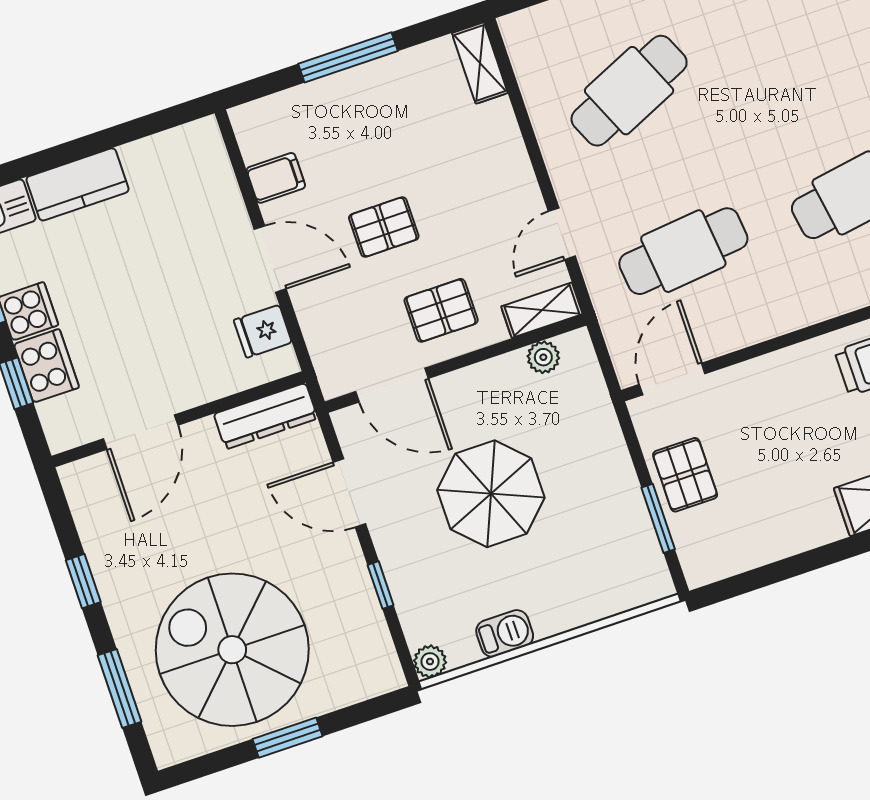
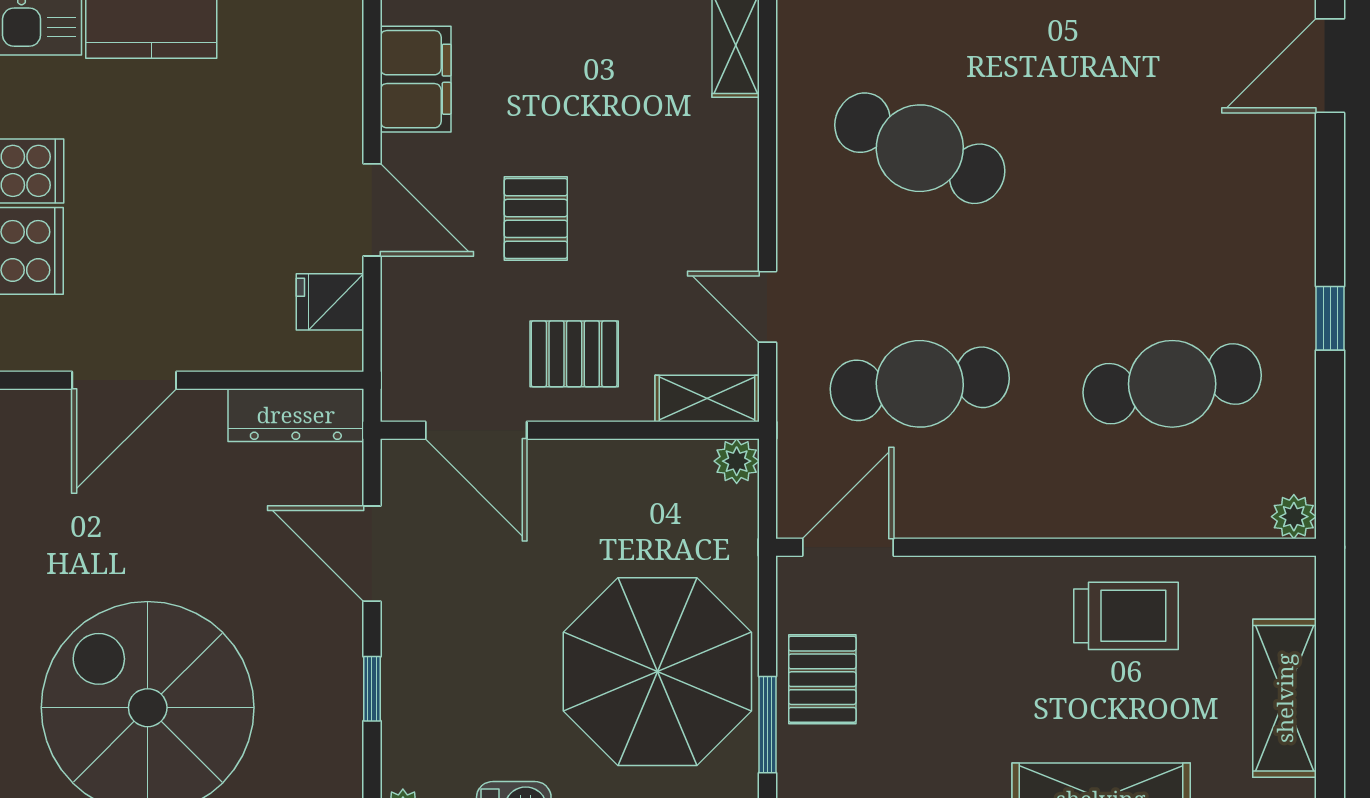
cafe table: (629, 91) -> (920, 148), turned 48
filing cabinet: (276, 178) -> (416, 79), width x2.00
pallet: (384, 227) -> (536, 218), turned 90
door: (562, 234) -> (767, 307), hinge flipped
plant: (543, 357) -> (737, 461), moved
parasol: (491, 494) -> (657, 672), moved, width x1.36, depth x1.36

